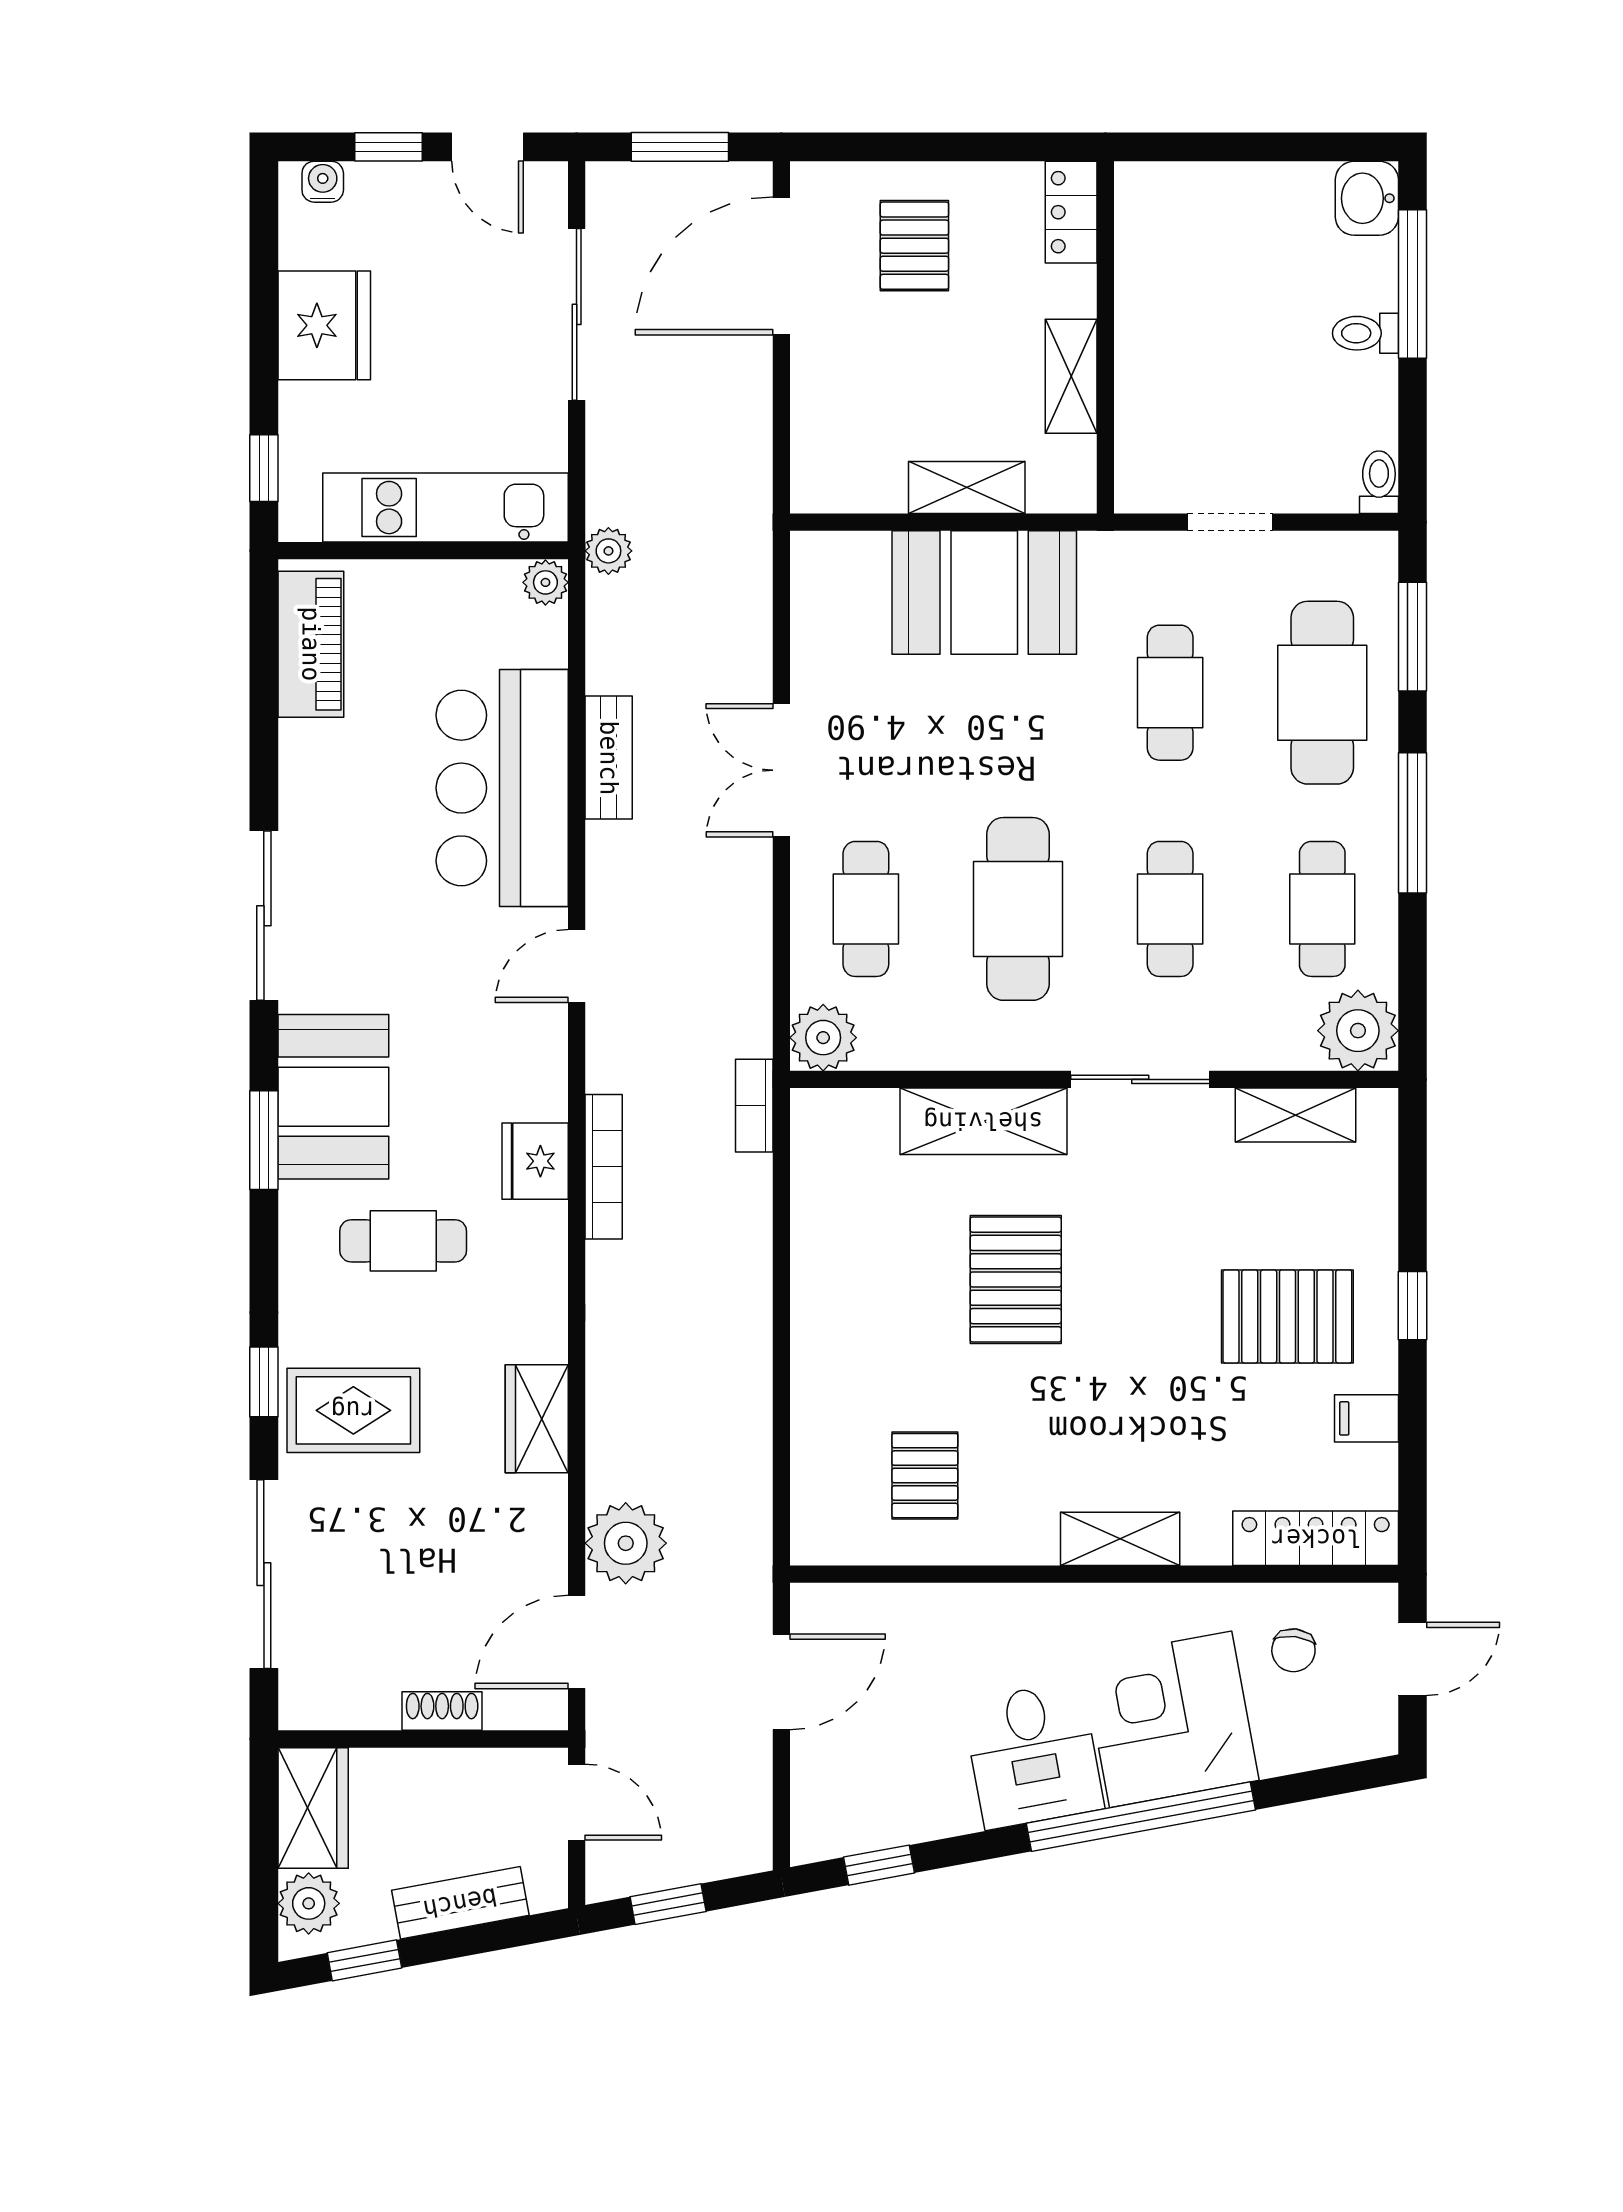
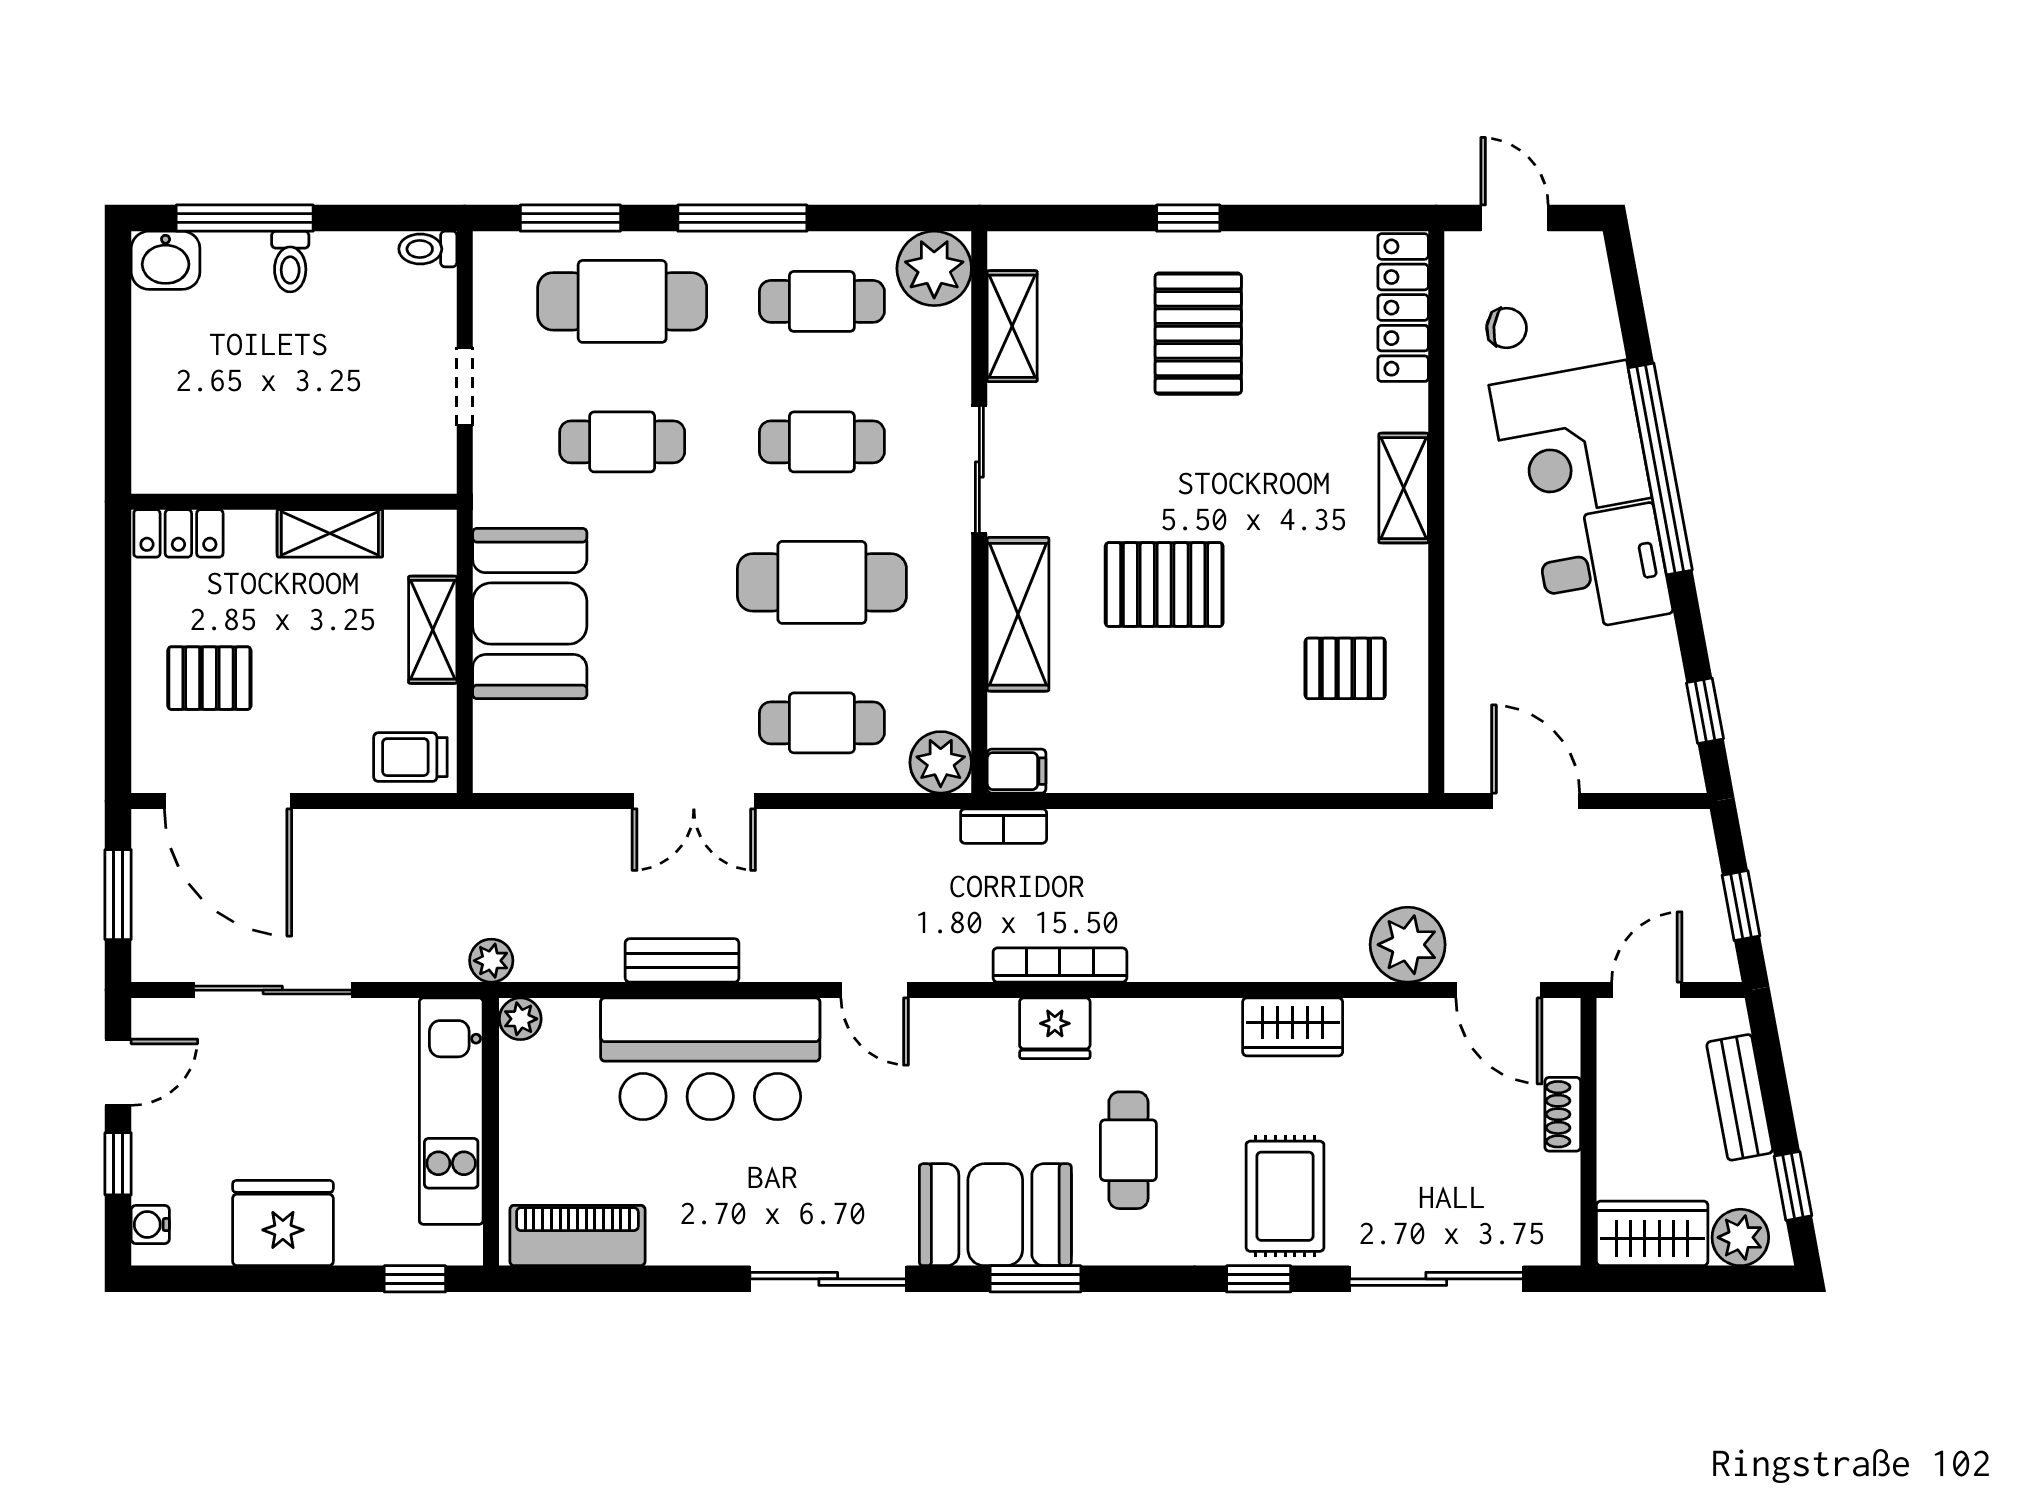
trolley: (829, 463) -> (410, 757), added
filing cabinet: (1367, 1418) -> (1017, 771), moved, turned -90

